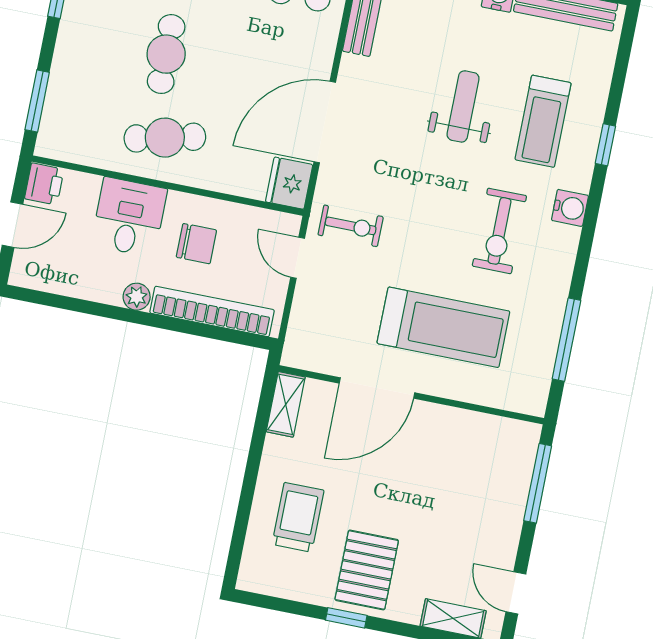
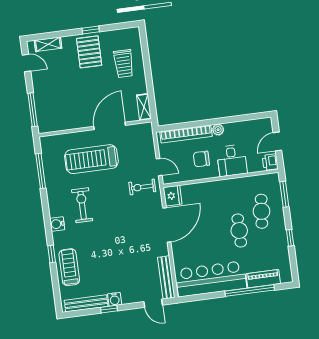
weight bench: (463, 106) -> (114, 250), removed
treadmill: (543, 121) -> (69, 267), moved
cafe table: (165, 138) -> (261, 211), moved, turned -71

